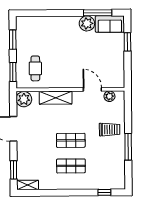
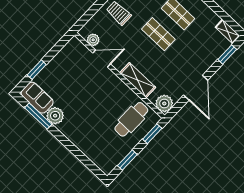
cafe table: (35, 68) -> (131, 119), width x1.37, depth x1.35
door: (92, 89) -> (102, 58), swing flipped

